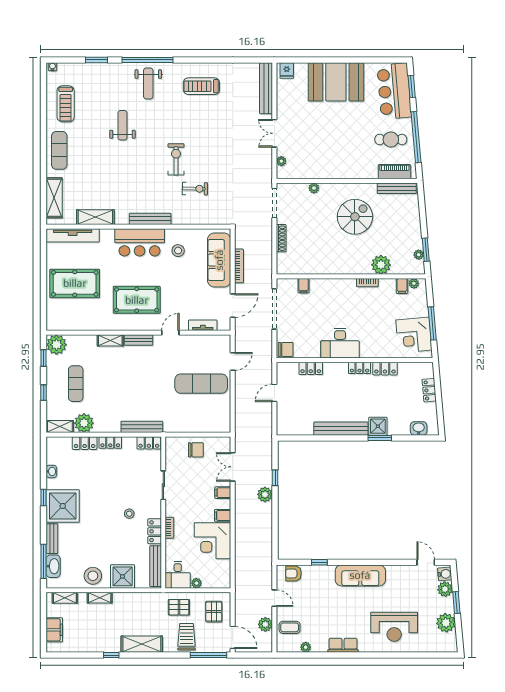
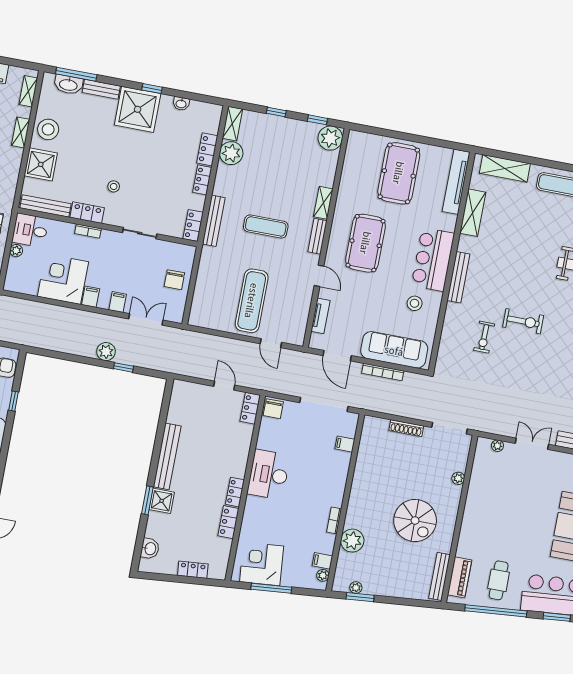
locker: (311, 368) -> (250, 408), moved
exercise mat: (76, 384) -> (266, 226), moved

